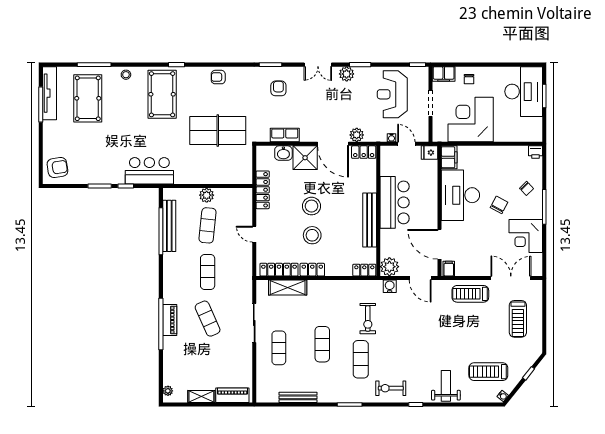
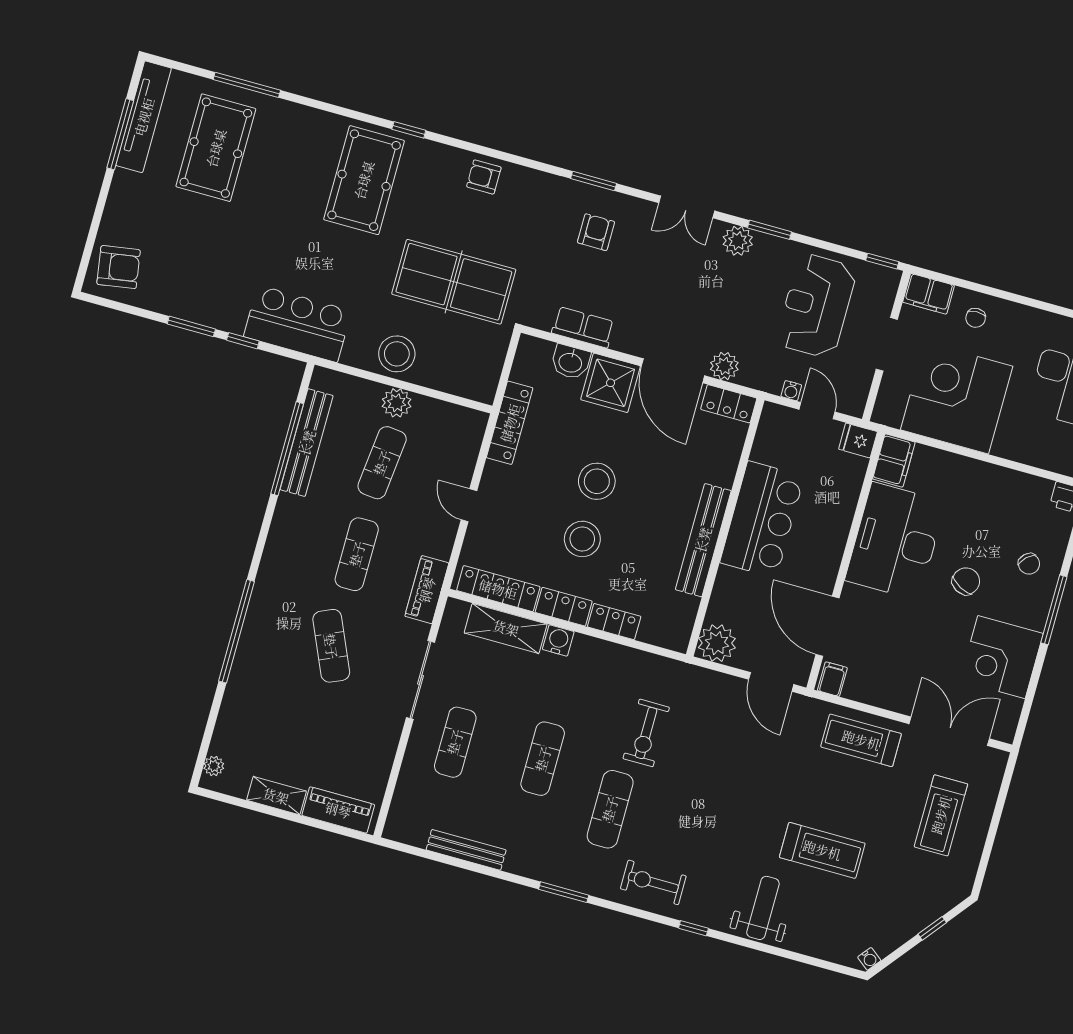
stool: (126, 75) -> (397, 354), moved, width x1.89, depth x1.89
locker: (364, 270) -> (614, 622), moved
water cooler: (390, 286) -> (558, 640), moved
piano: (170, 320) -> (427, 590), moved, turned 180
treadmill: (488, 372) -> (822, 850), moved, turned 180

